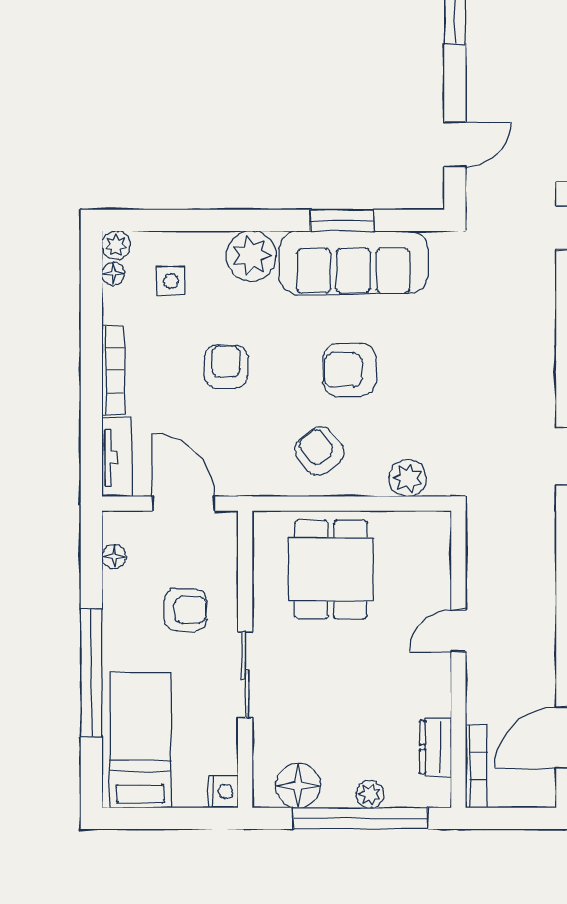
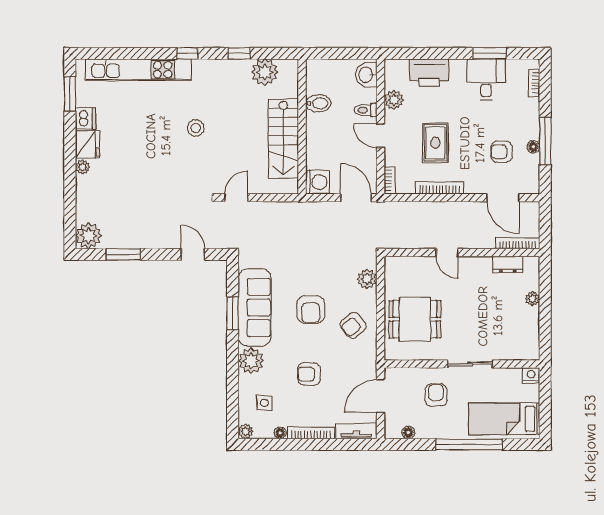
floor lamp: (113, 274) -> (280, 433), moved
floor lamp: (298, 785) -> (528, 336), removed
window: (360, 818) -> (545, 304), removed

